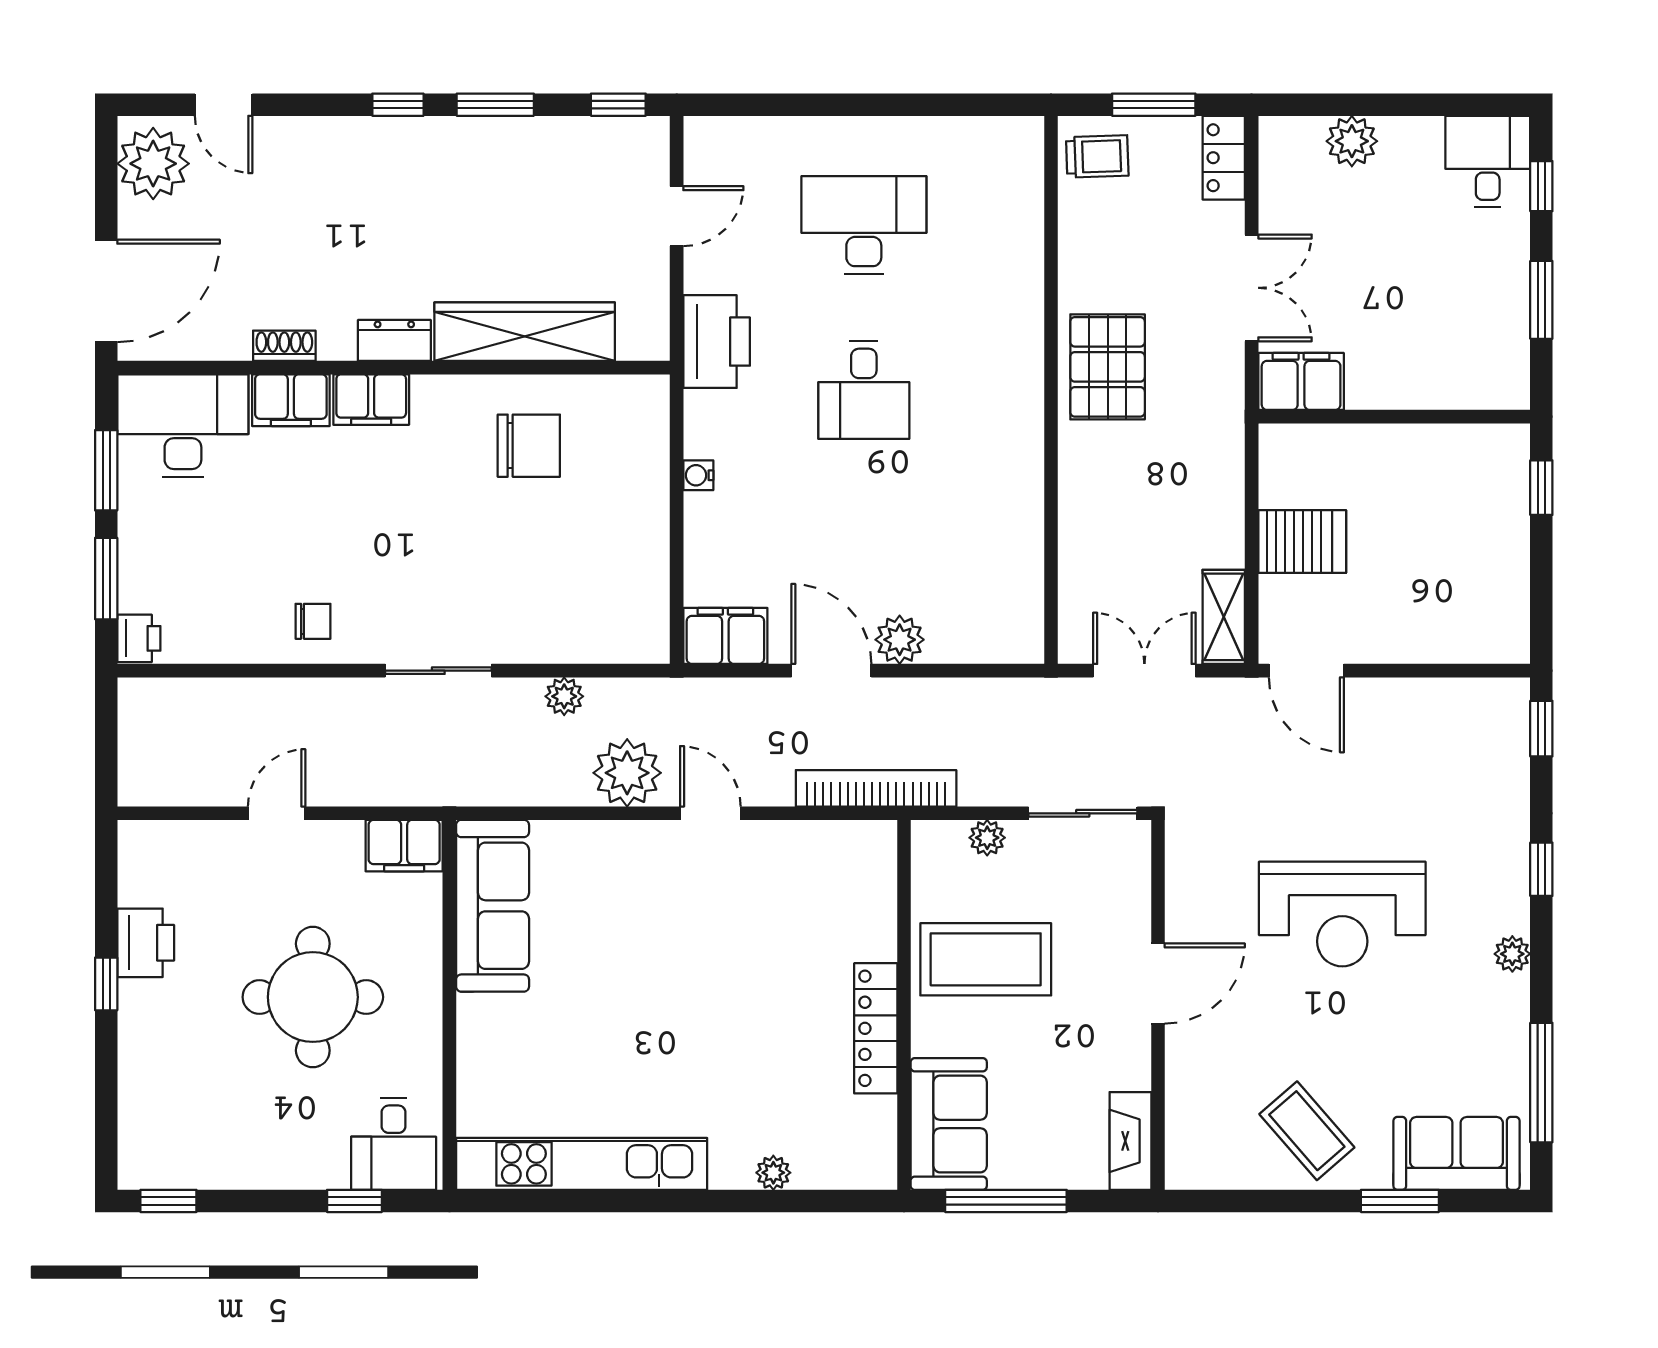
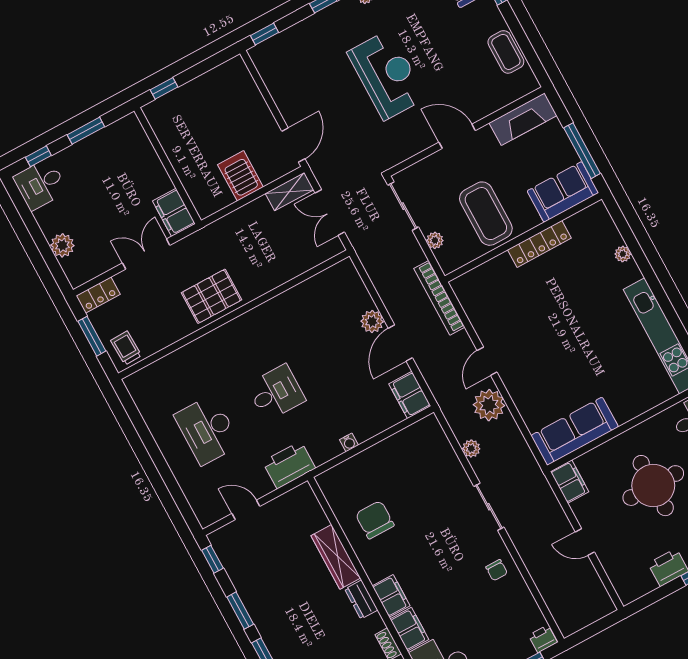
wardrobe: (525, 332) -> (336, 557), width x0.71, depth x0.85
chair: (313, 621) -> (497, 570), turned 180
coffee table: (1307, 1131) -> (506, 52), moved, turned -49
fireplace: (1130, 1141) -> (523, 119), width x1.37, depth x1.32

